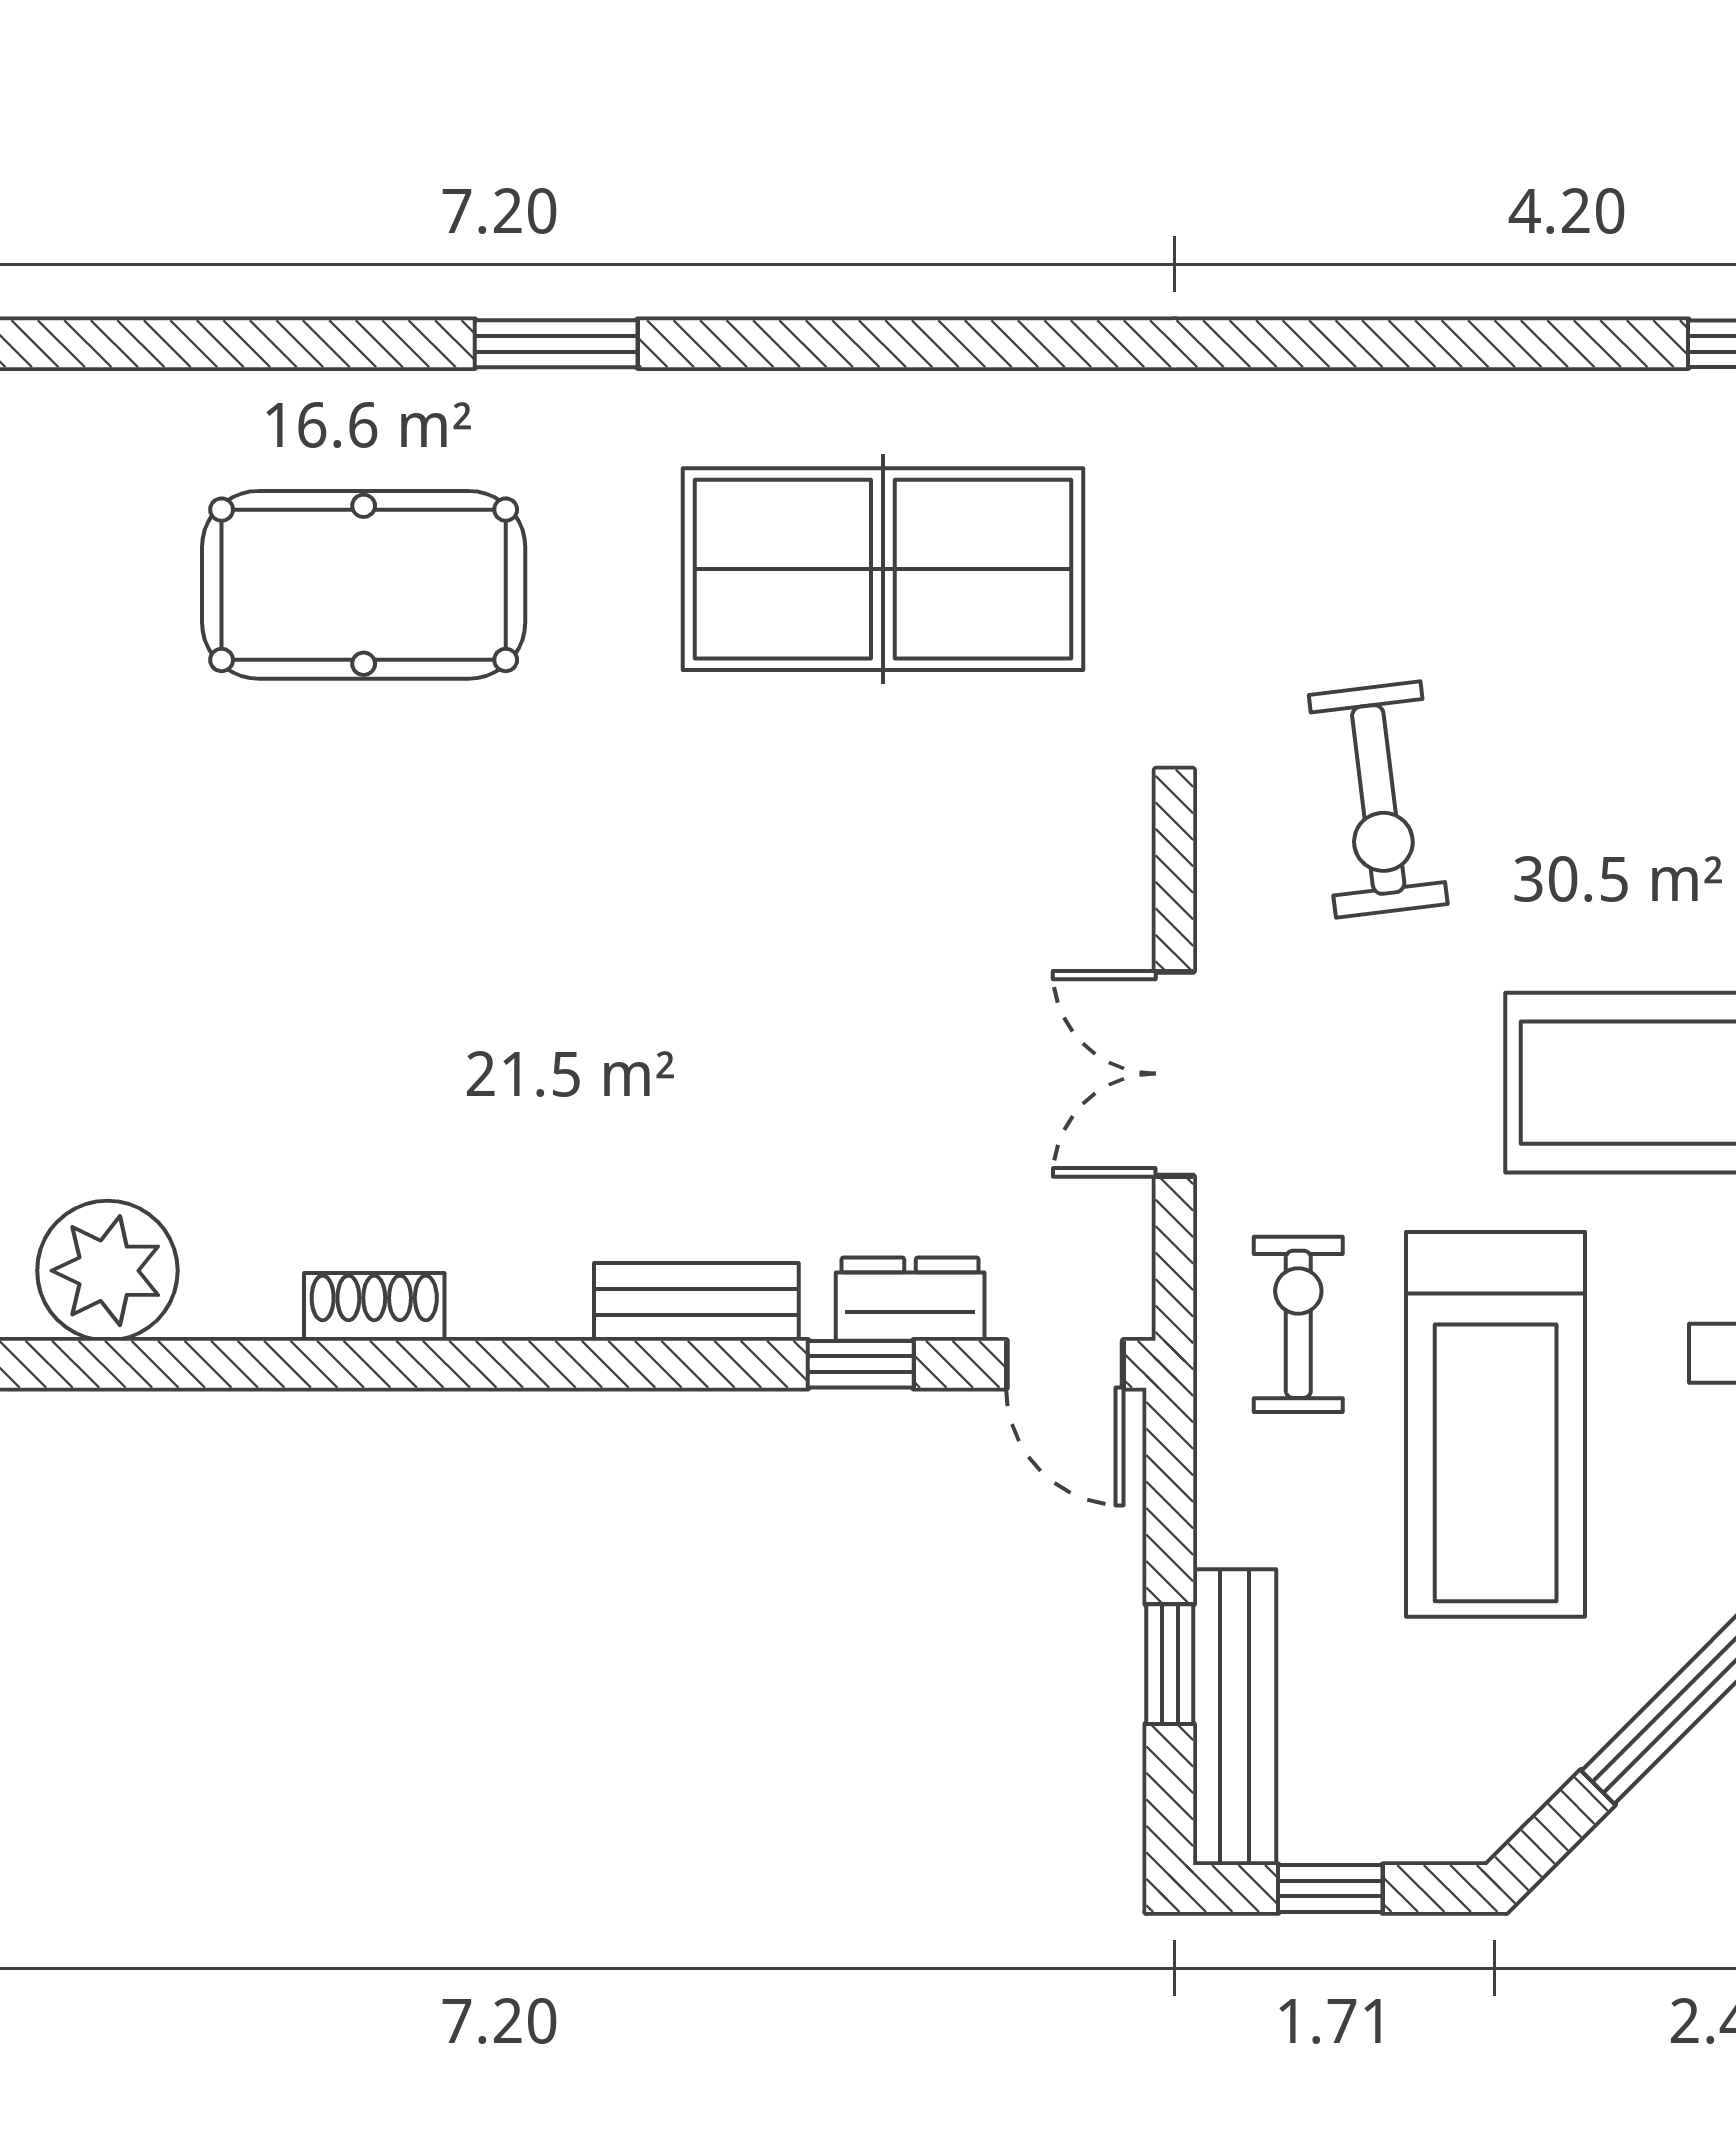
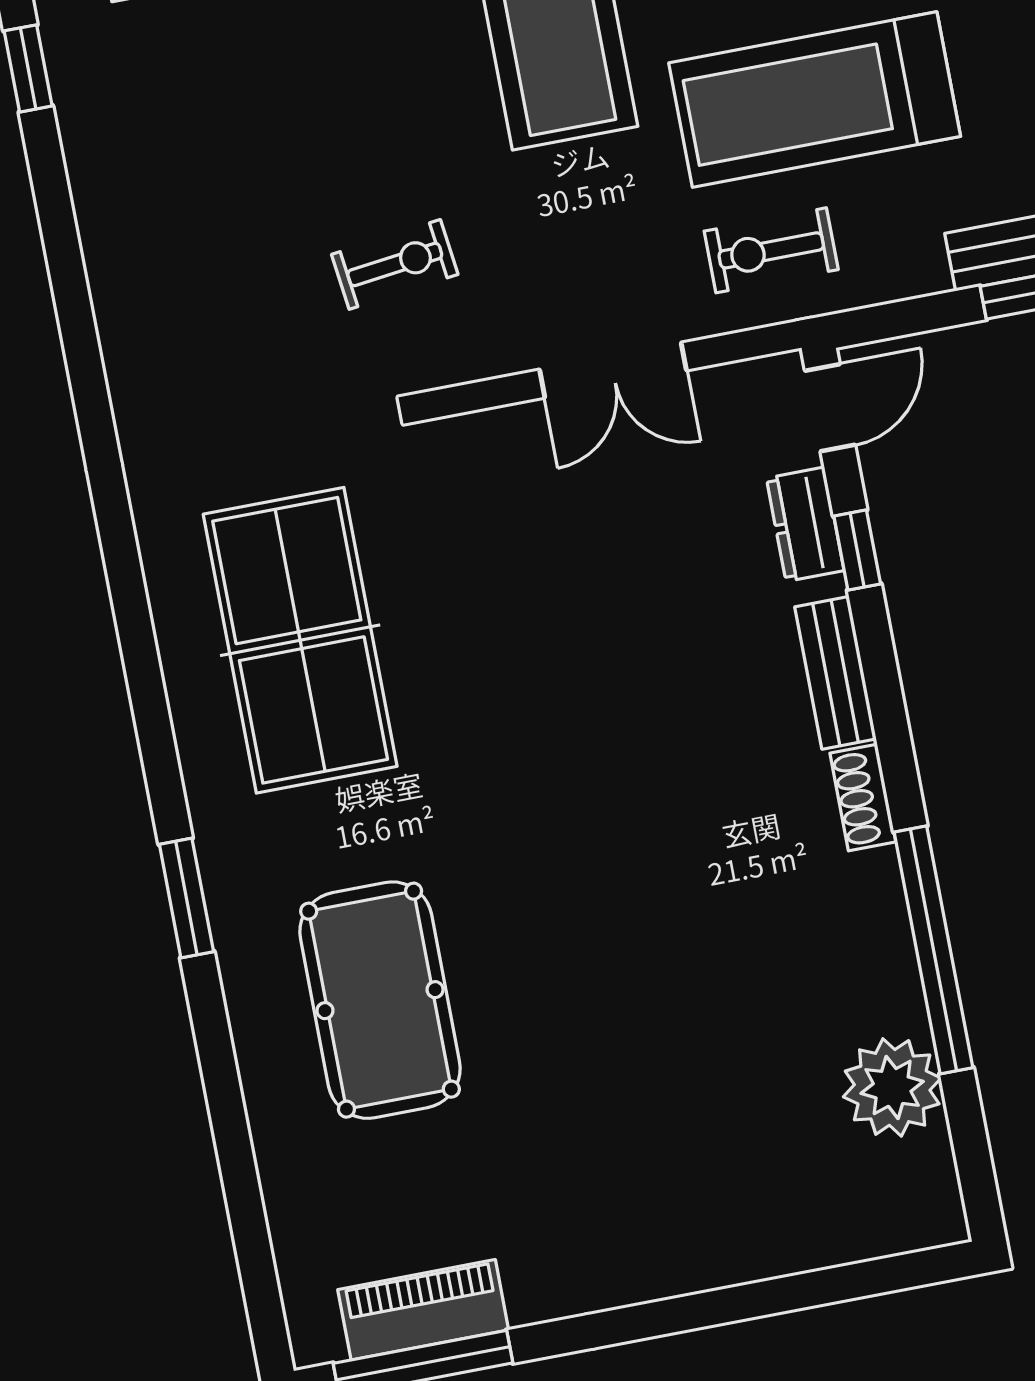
exercise bike: (1378, 799) -> (395, 264), width x0.73, depth x0.72
shoe rack: (374, 1307) -> (863, 798), moved
window: (287, 1364) -> (933, 950), added
treadmill: (1496, 1424) -> (815, 100), turned 180

